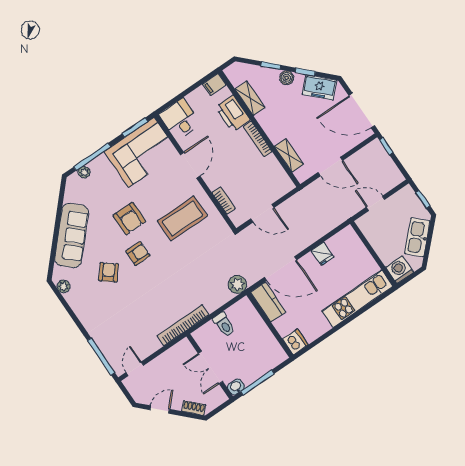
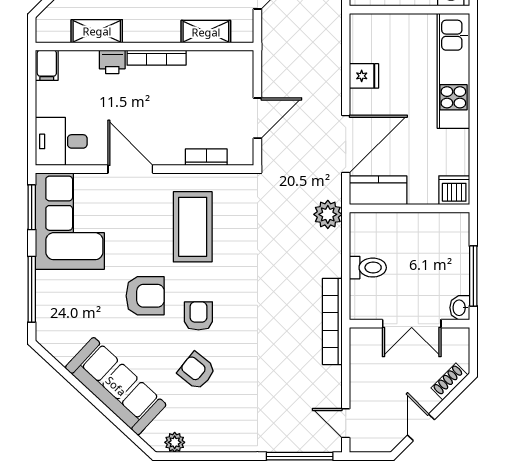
printer: (233, 113) -> (112, 62), width x0.53, depth x0.68
plant: (84, 172) -> (45, 313), removed

